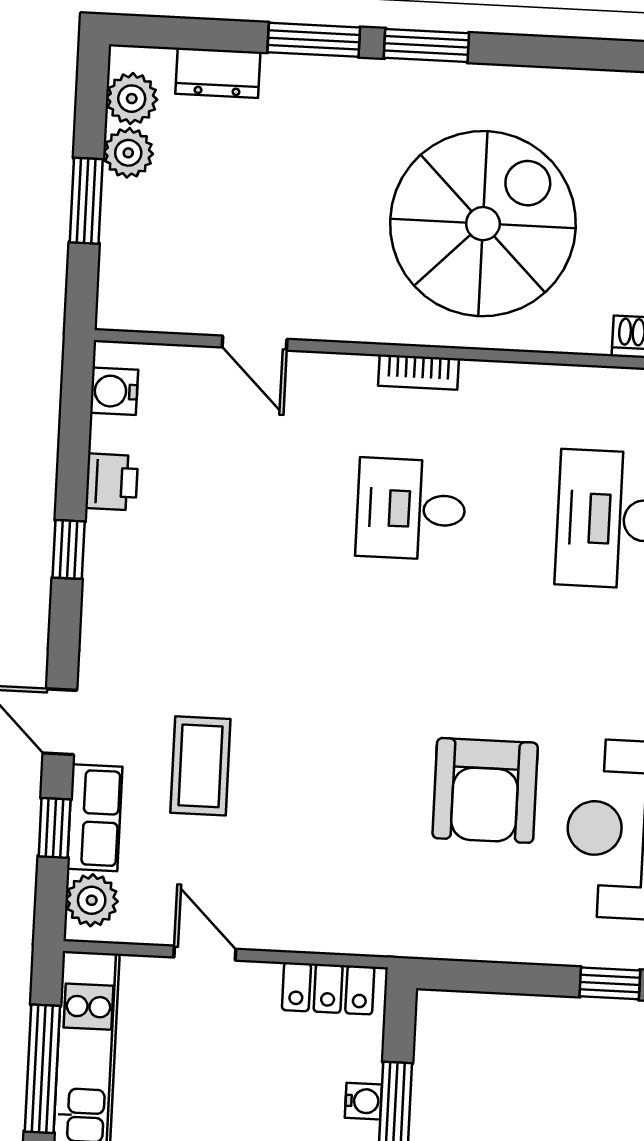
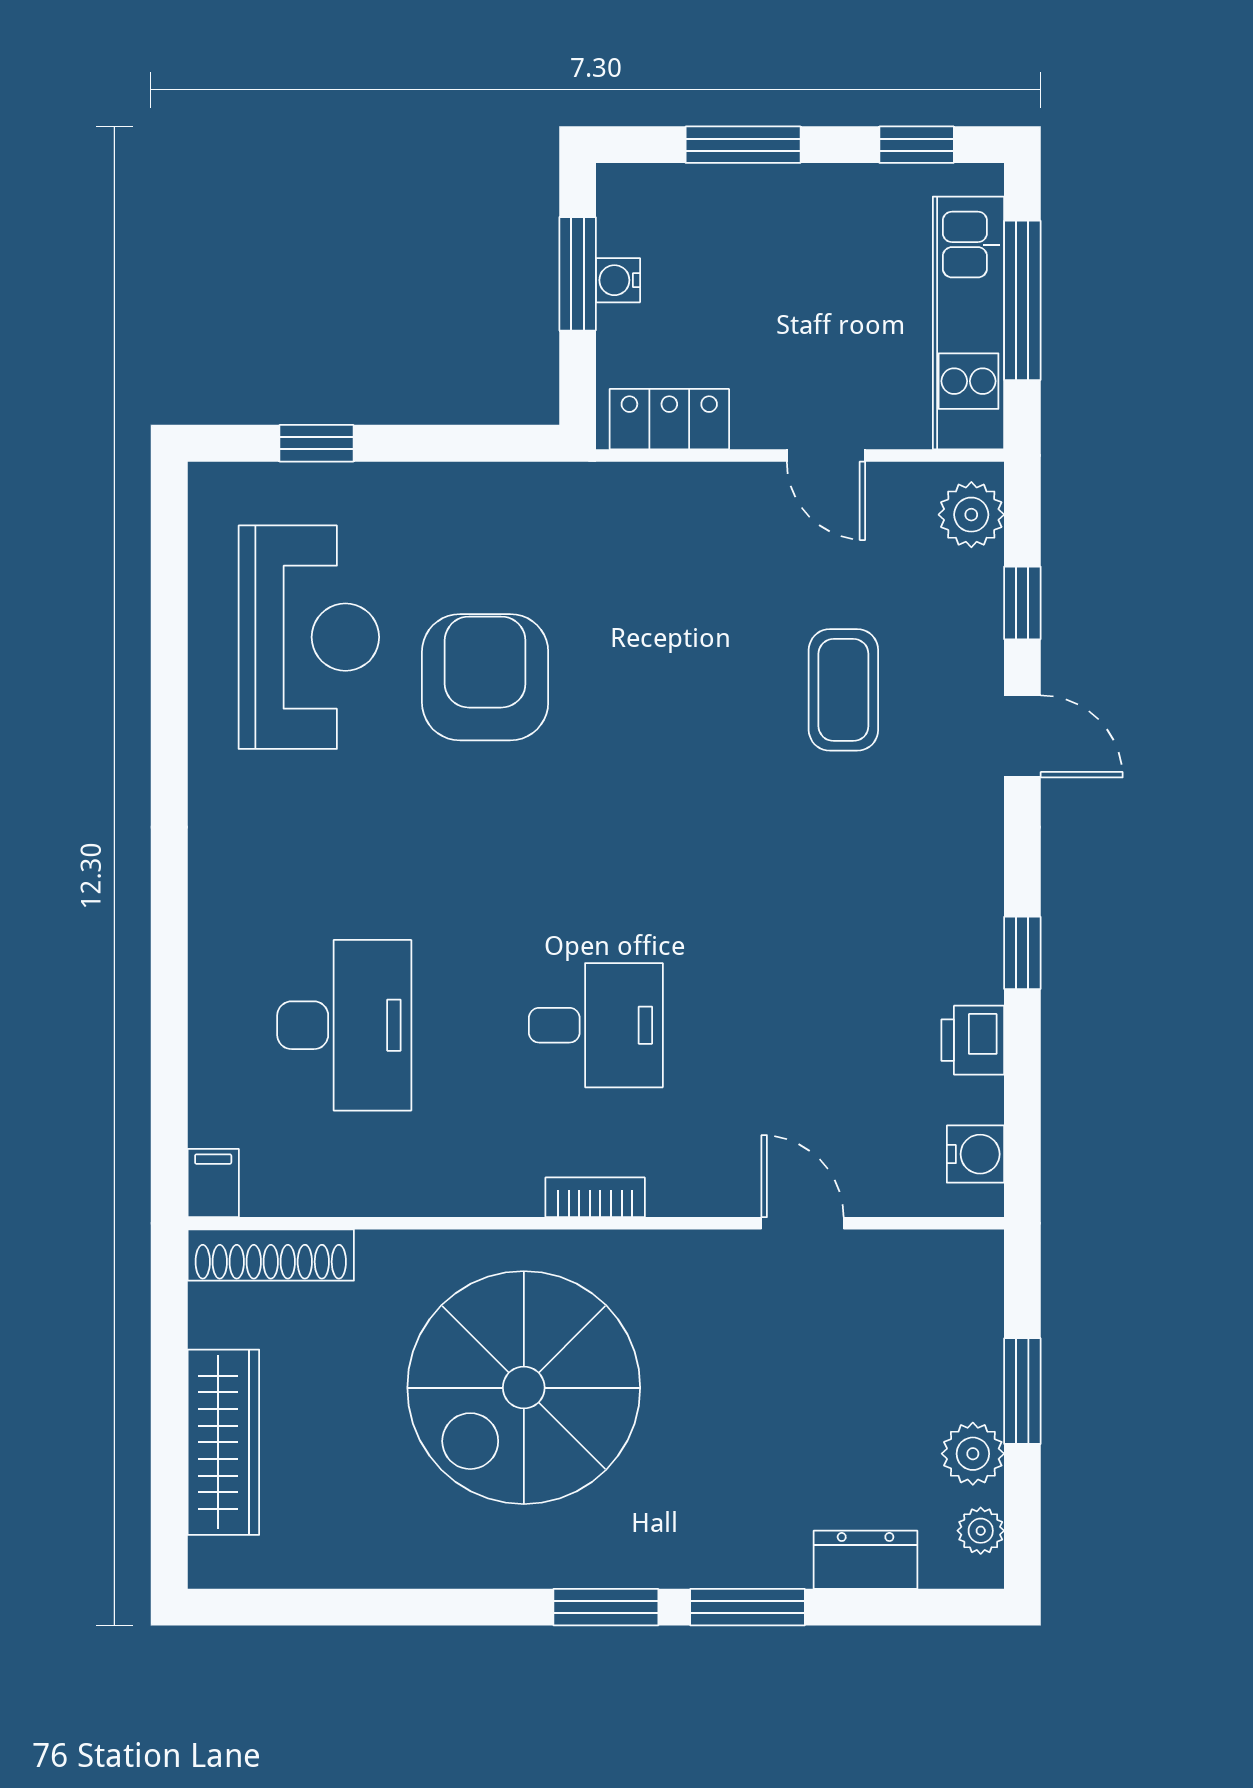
plant: (132, 99) -> (981, 1531), width x0.73, depth x0.73
row of seats: (95, 818) -> (973, 618), removed

